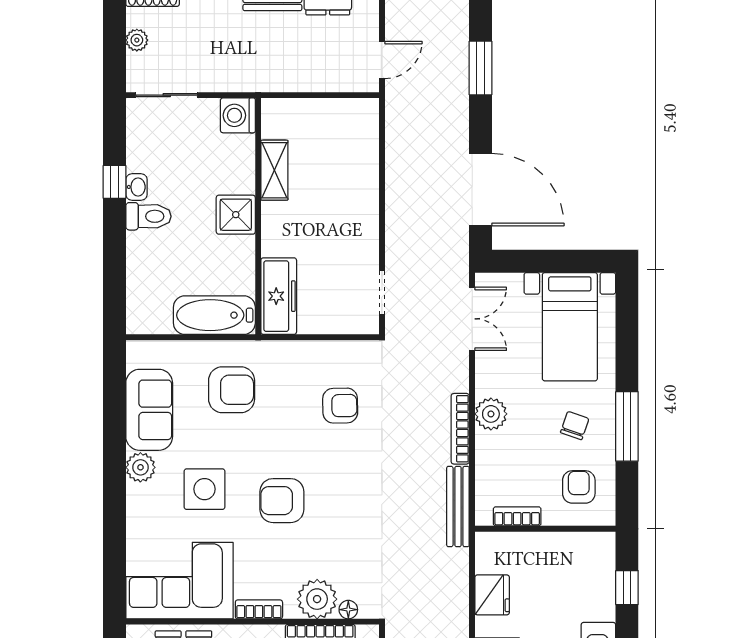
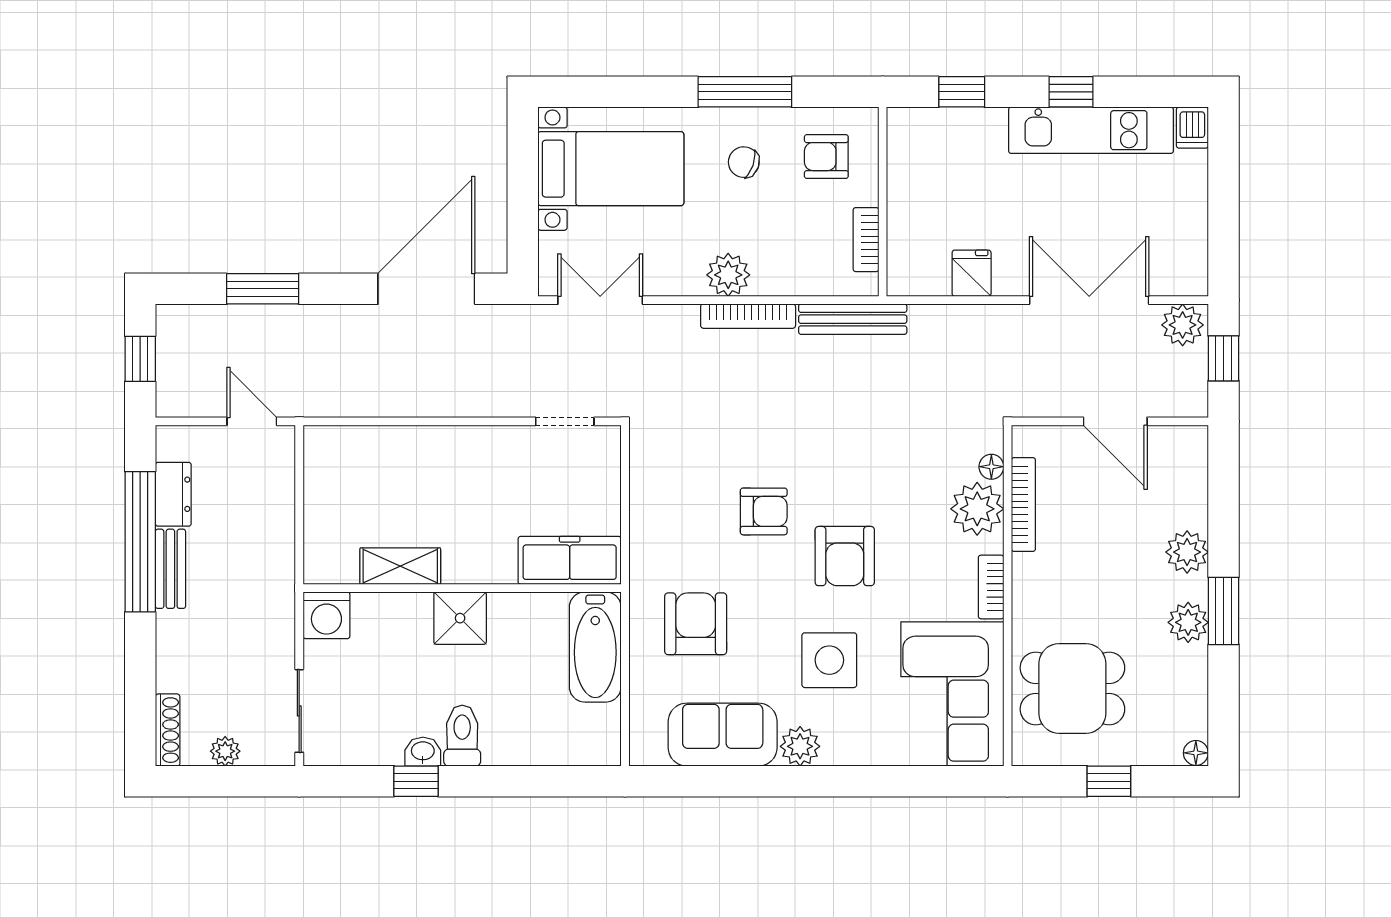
armchair: (340, 406) -> (764, 511), moved, turned 91
fridge: (492, 595) -> (972, 273), width x0.72

